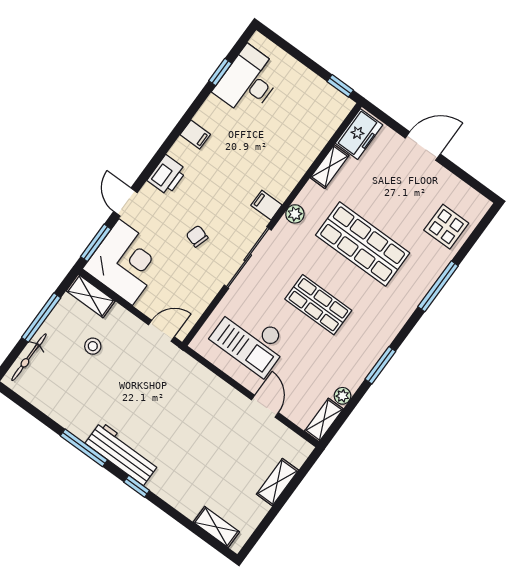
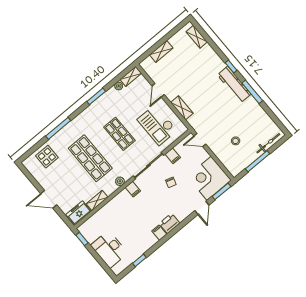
desk: (248, 81) -> (109, 249), moved, turned 90
printer: (167, 175) -> (169, 223), moved
filing cabinet: (206, 288) -> (173, 156), added
shelving: (91, 296) -> (182, 108), moved
checkout: (250, 340) -> (157, 125), turned 180

